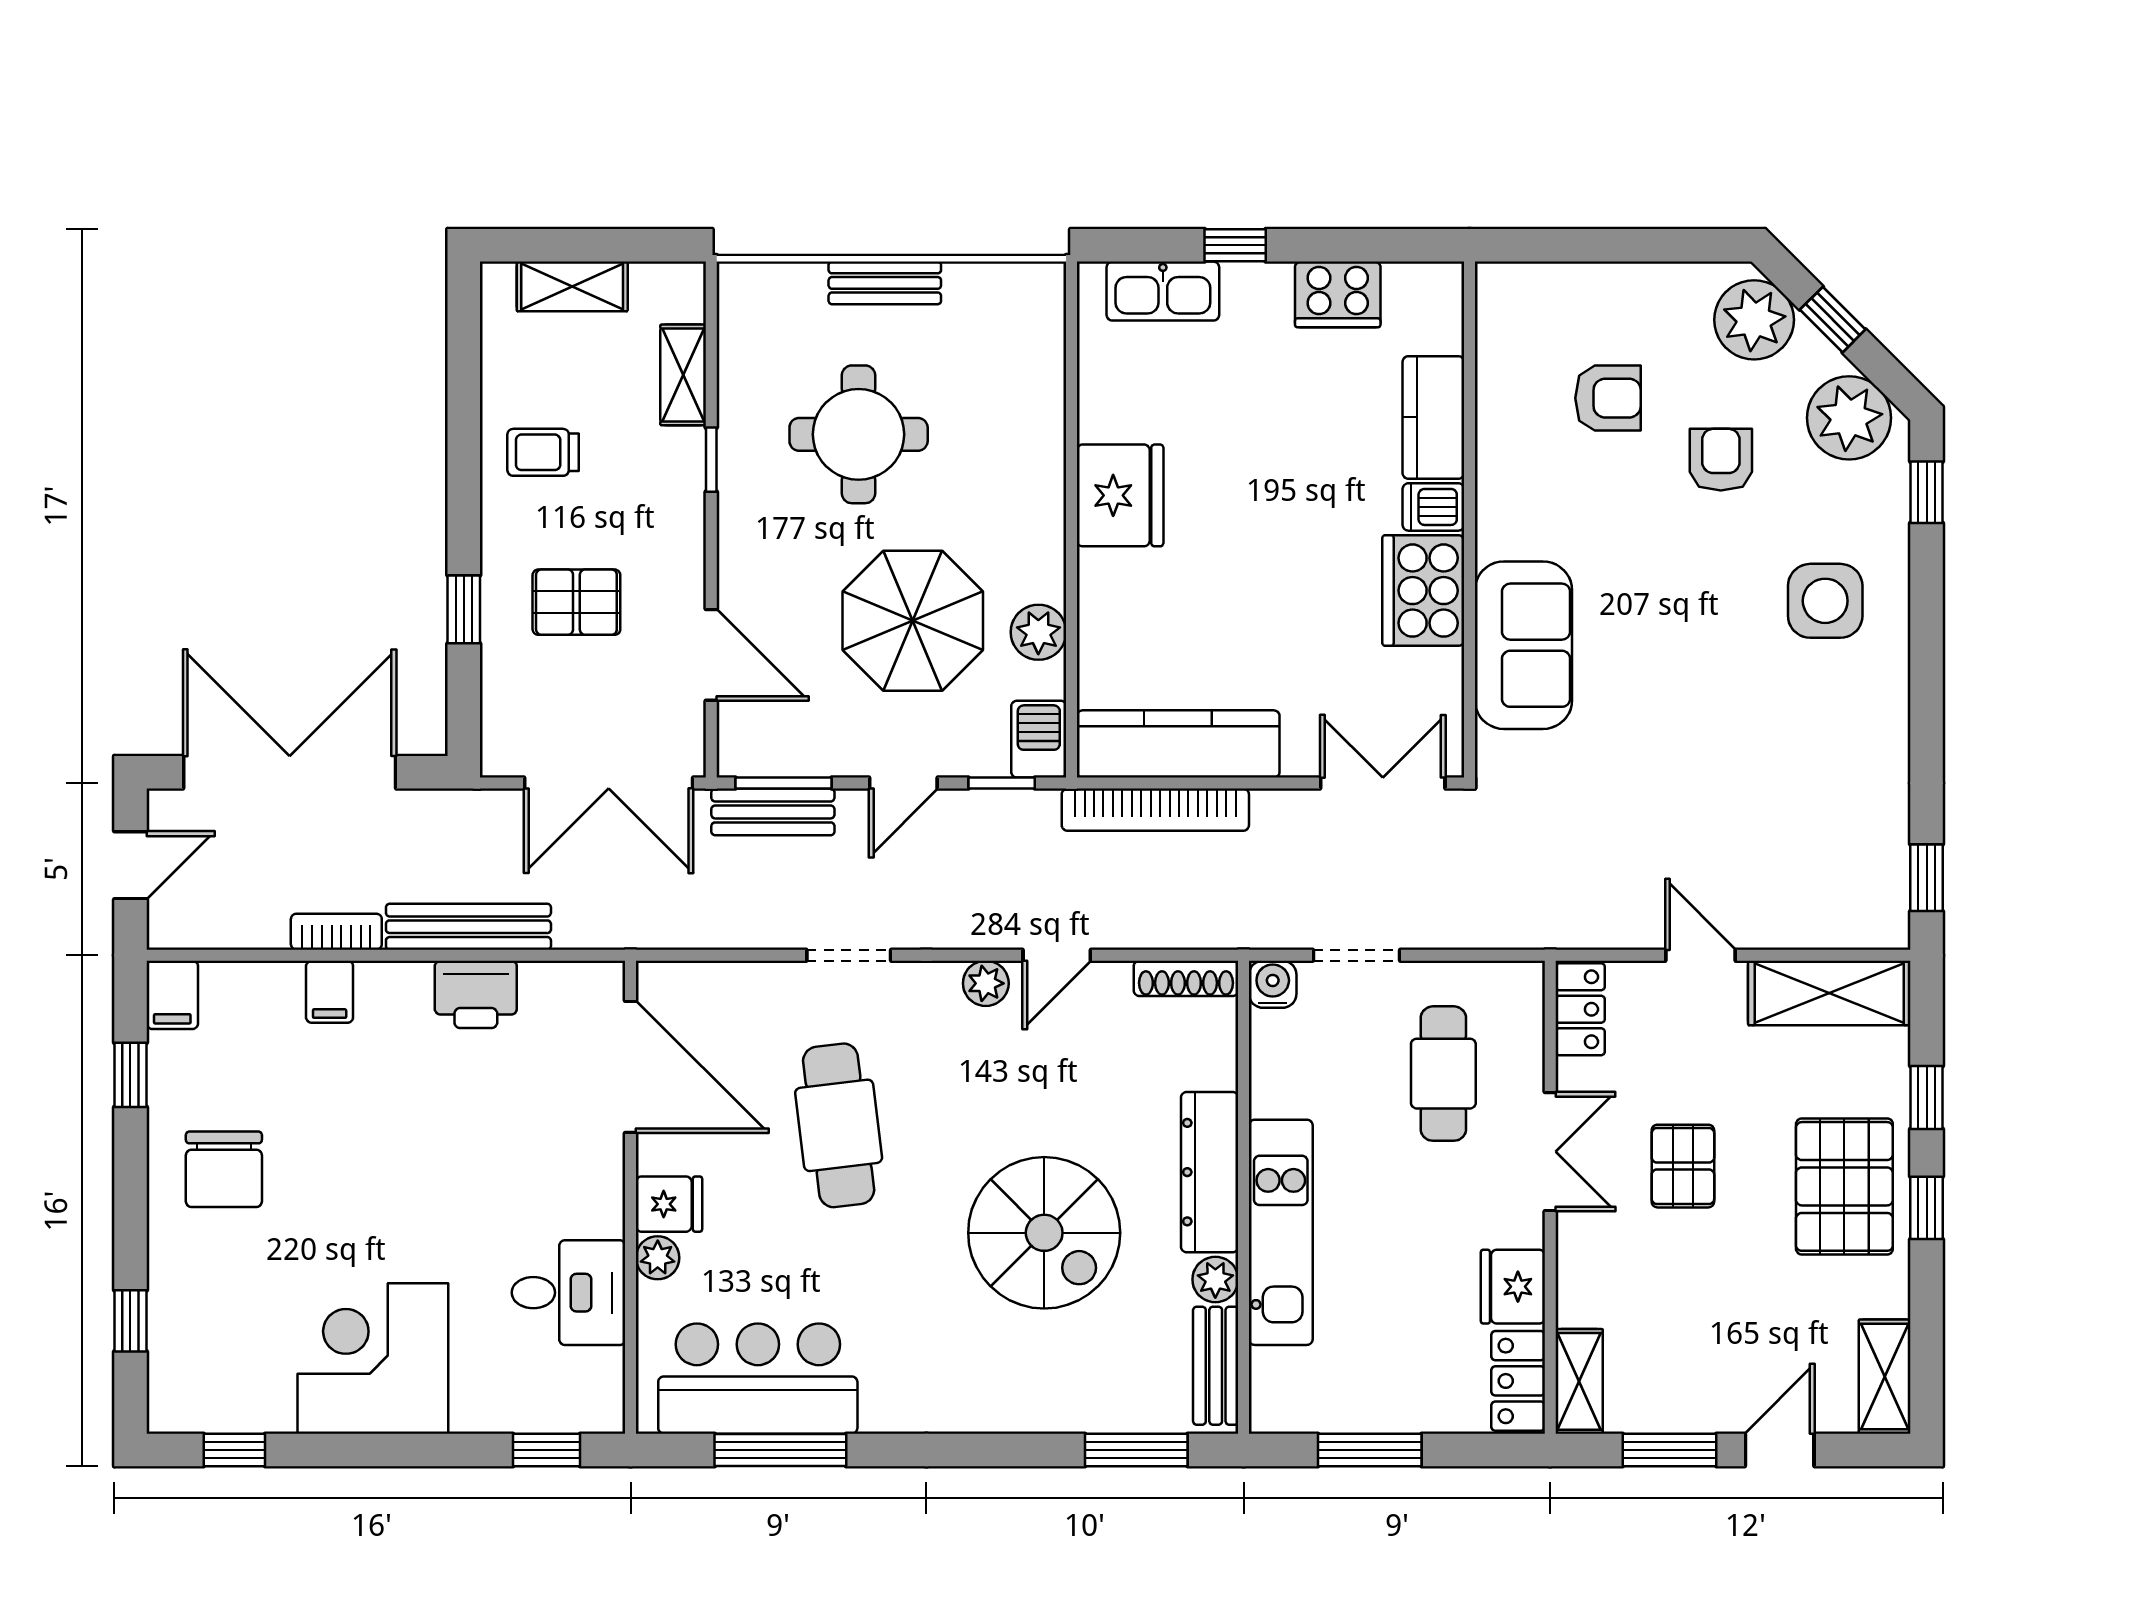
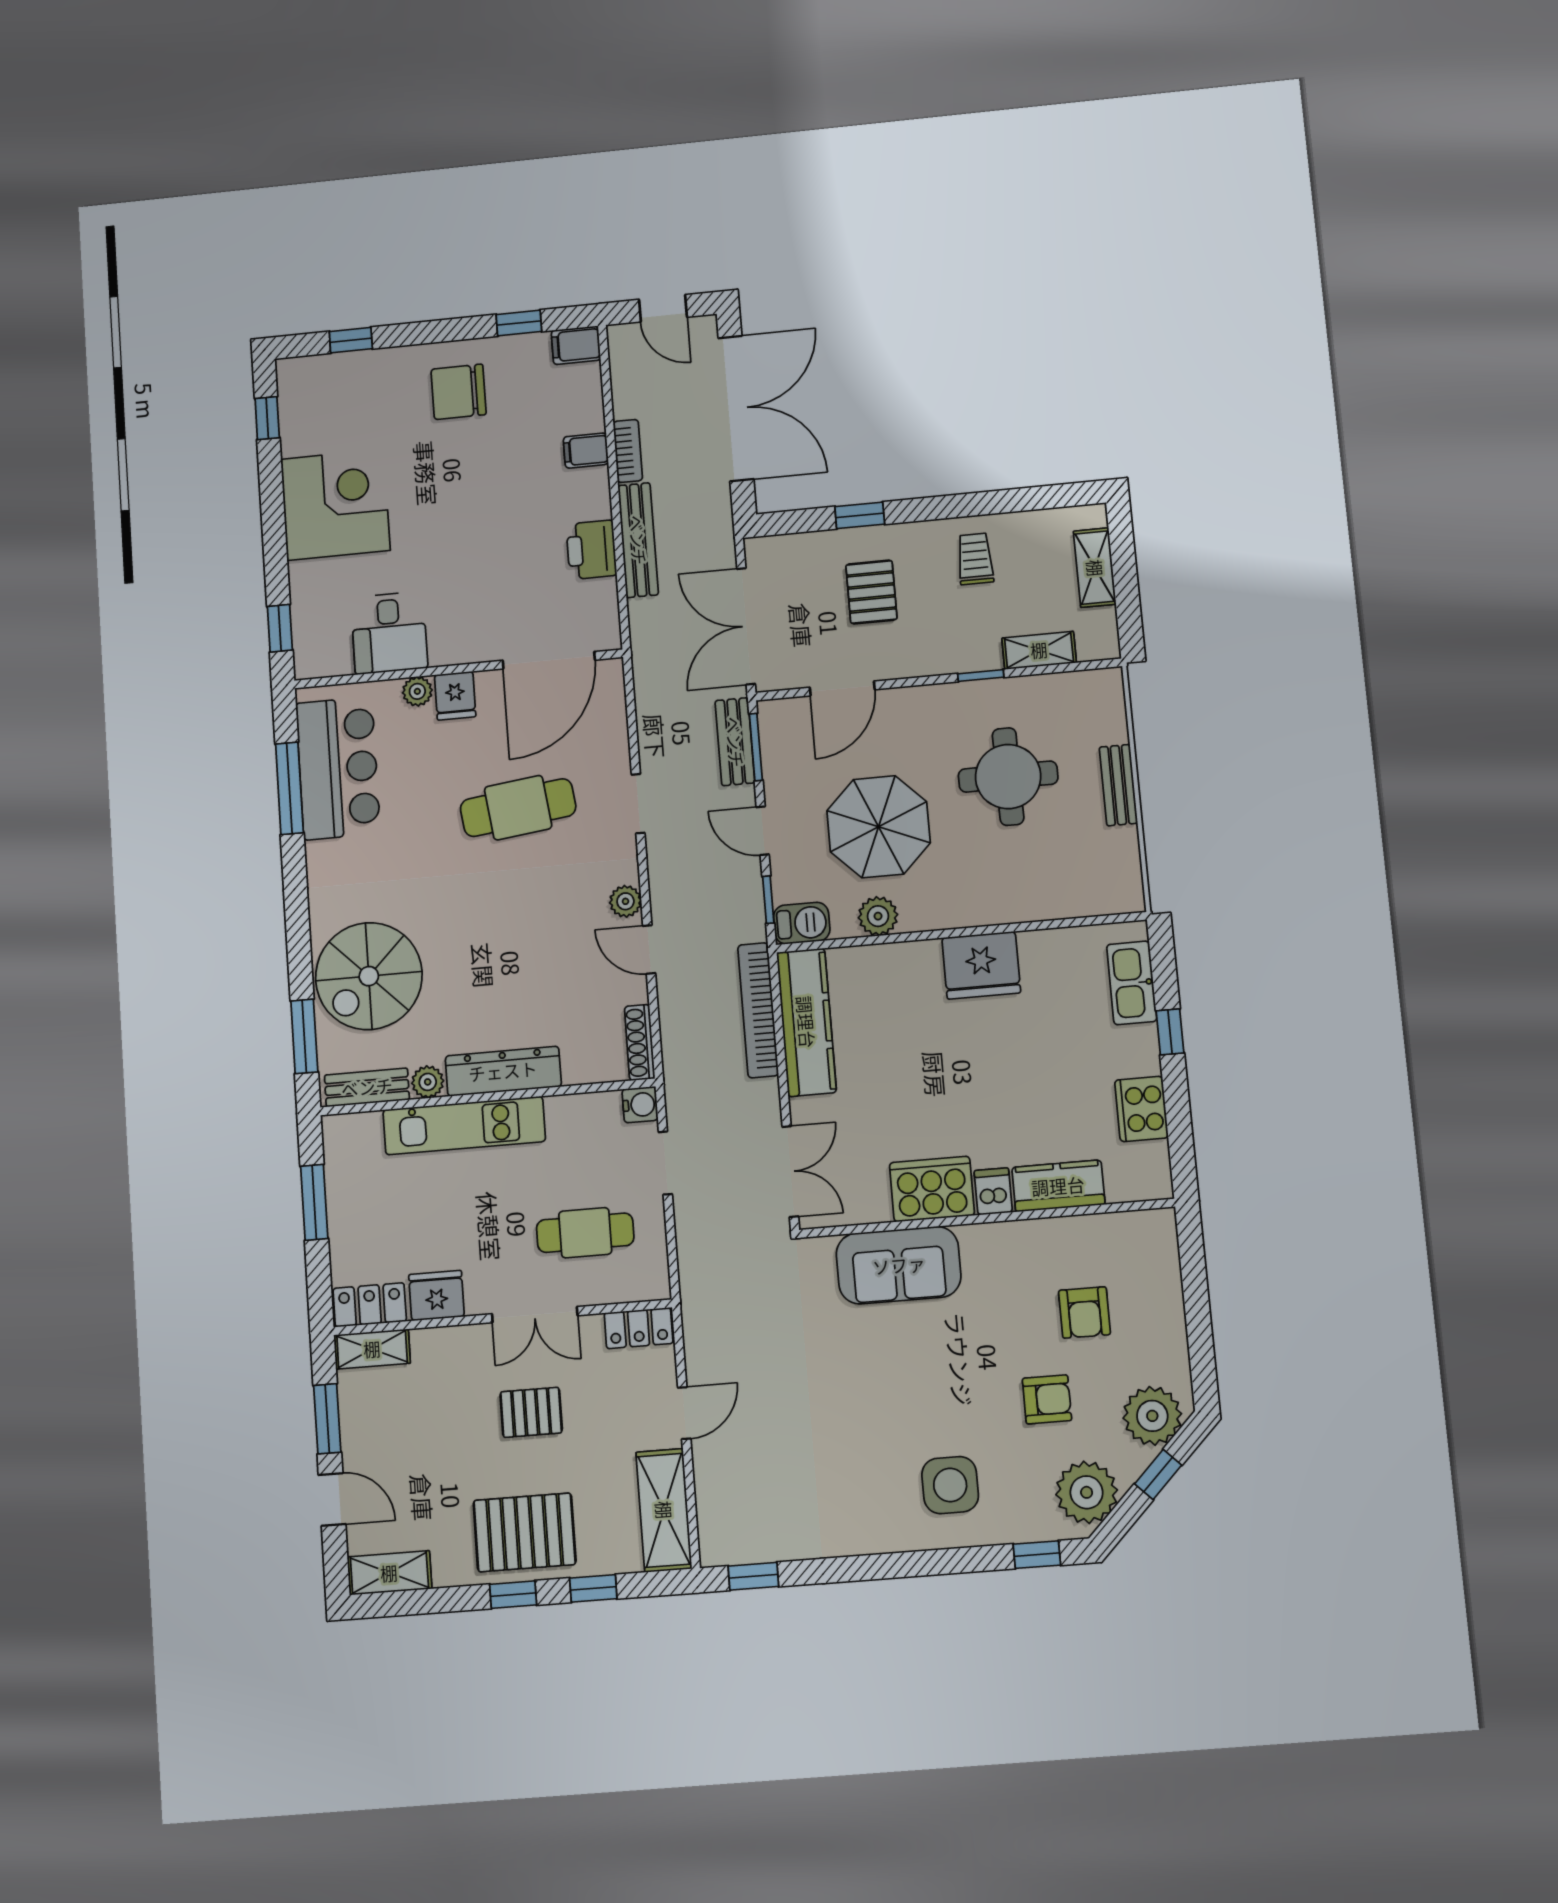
spiral stairs: (1044, 1233) -> (369, 976), moved

